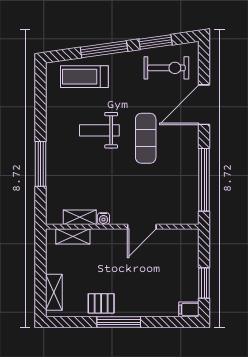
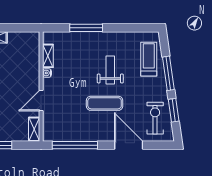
exercise bike: (166, 68) -> (155, 118), turned 180
door: (142, 227) -> (41, 101), hinge flipped
shelving: (73, 236) -> (34, 129), moved

